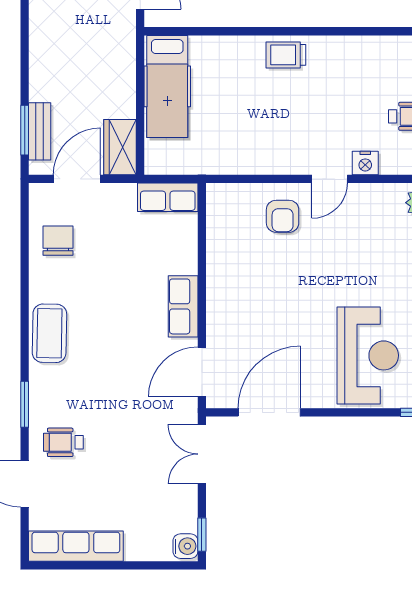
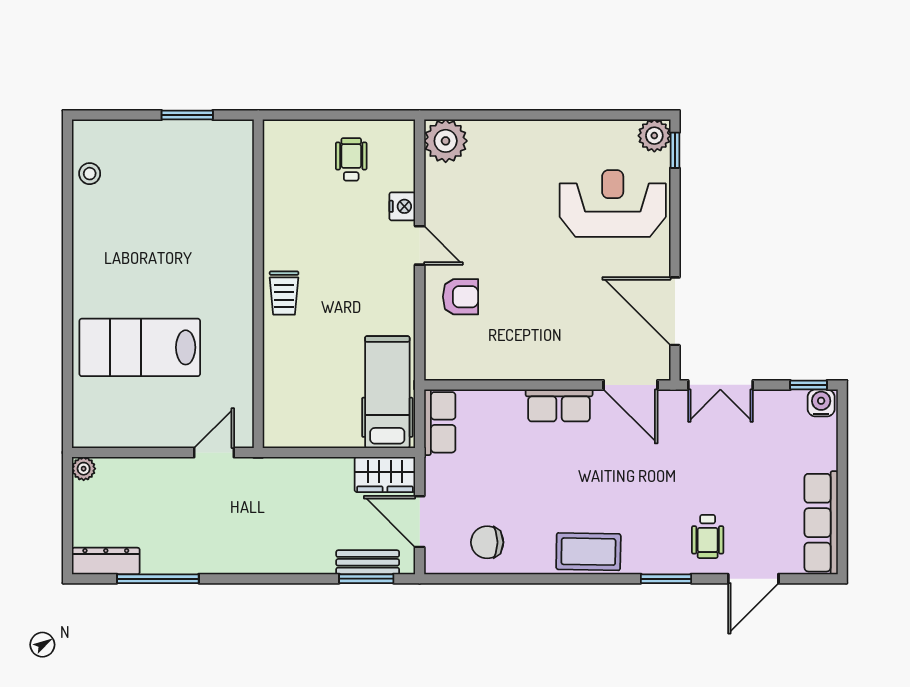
hospital bed: (167, 86) -> (387, 392), moved, turned -90

